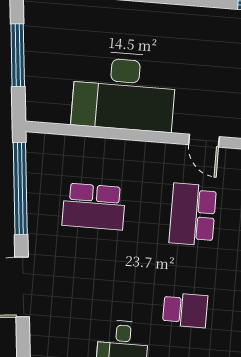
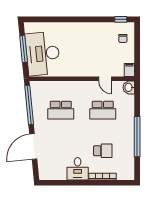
desk: (124, 91) -> (43, 54), moved, turned 84
school desk: (193, 214) -> (103, 110), turned -90

